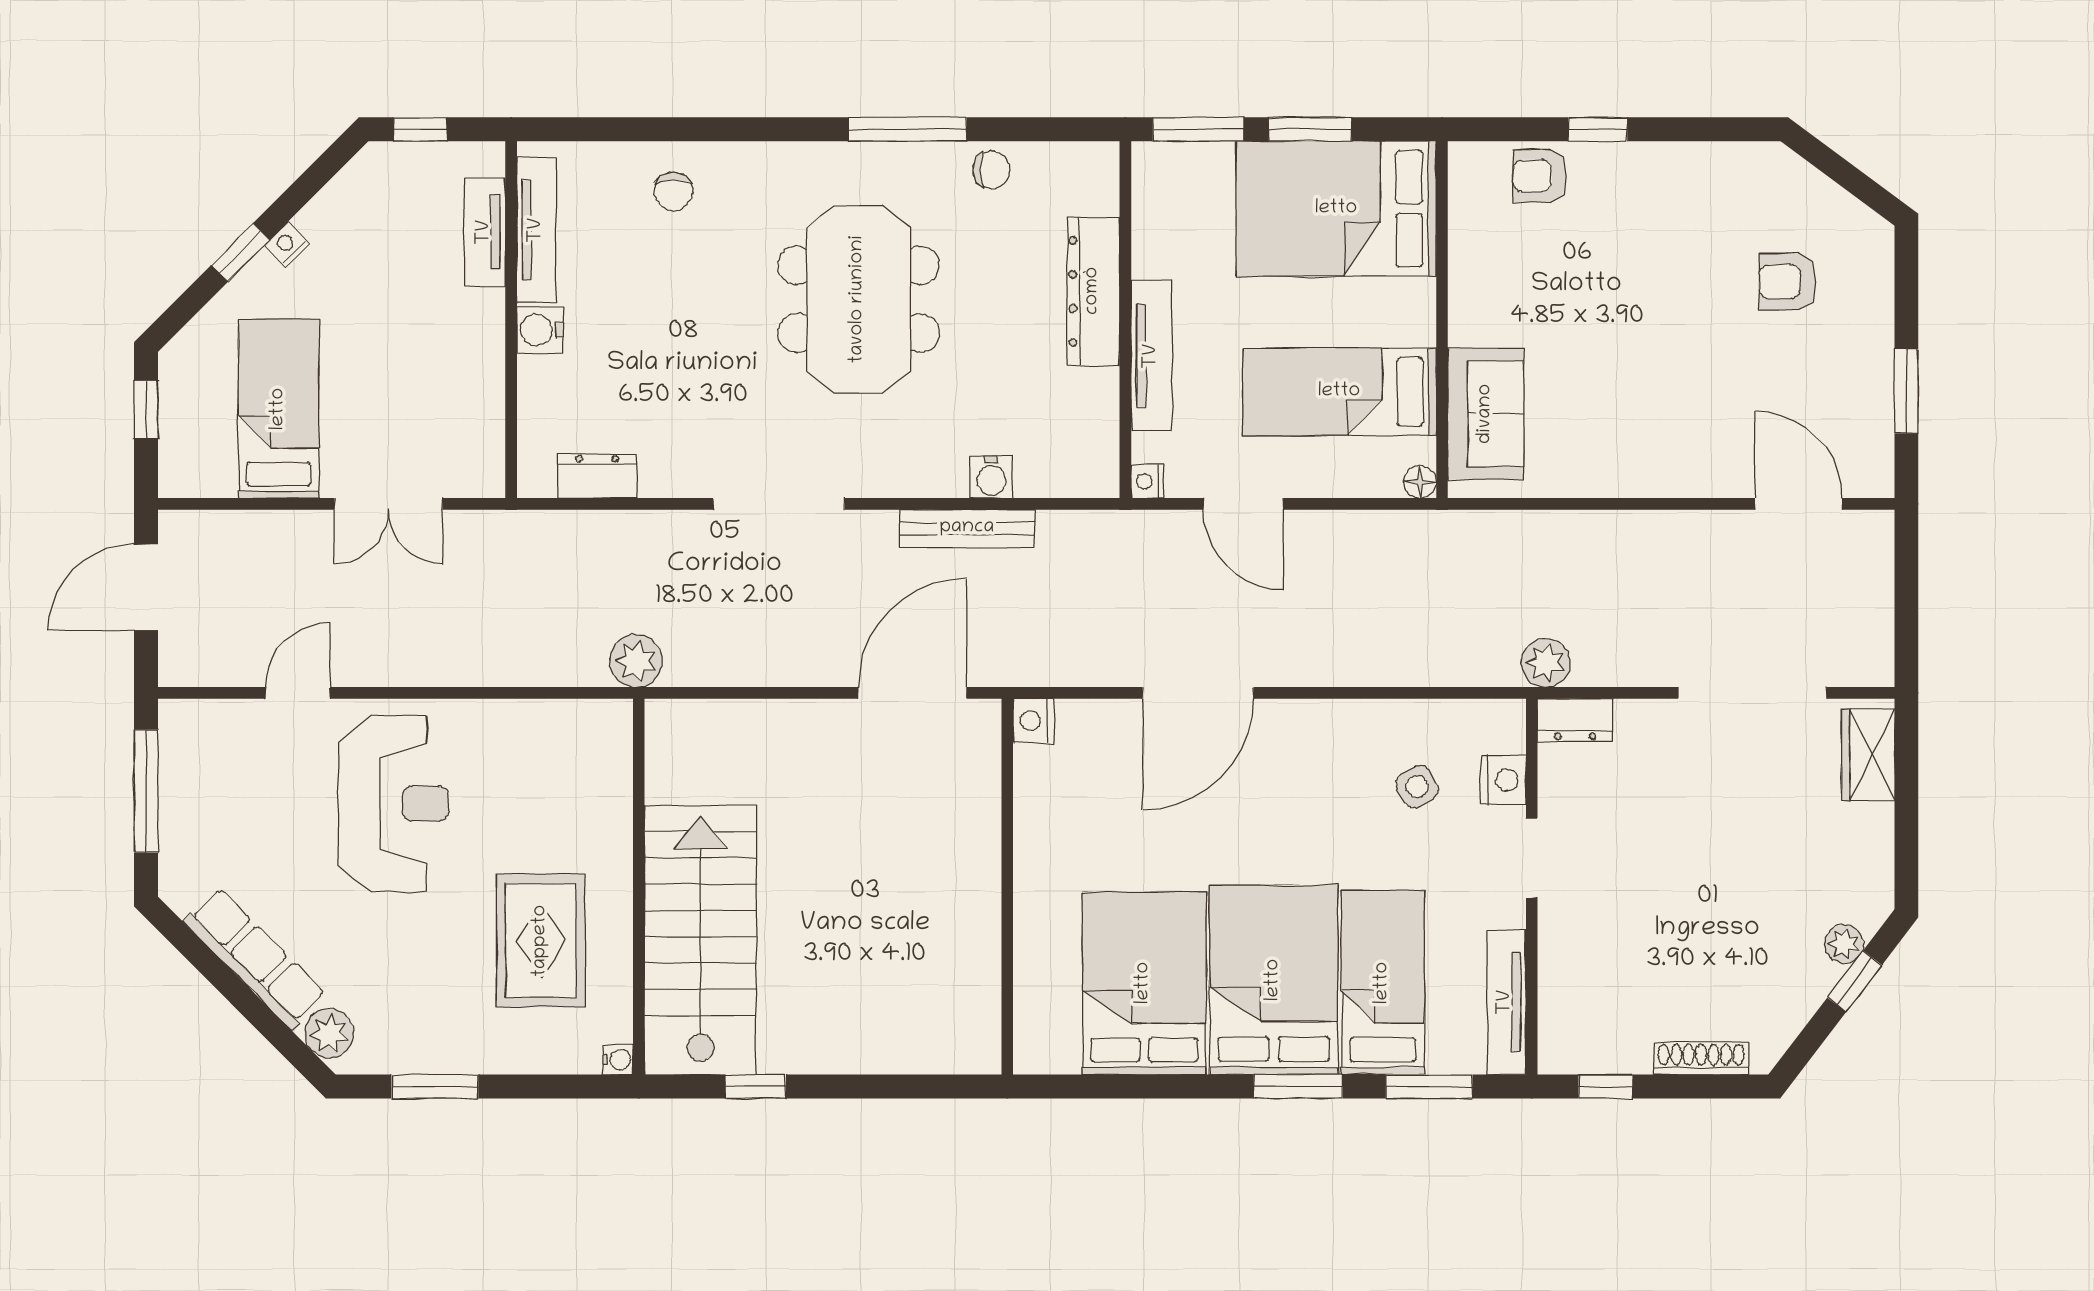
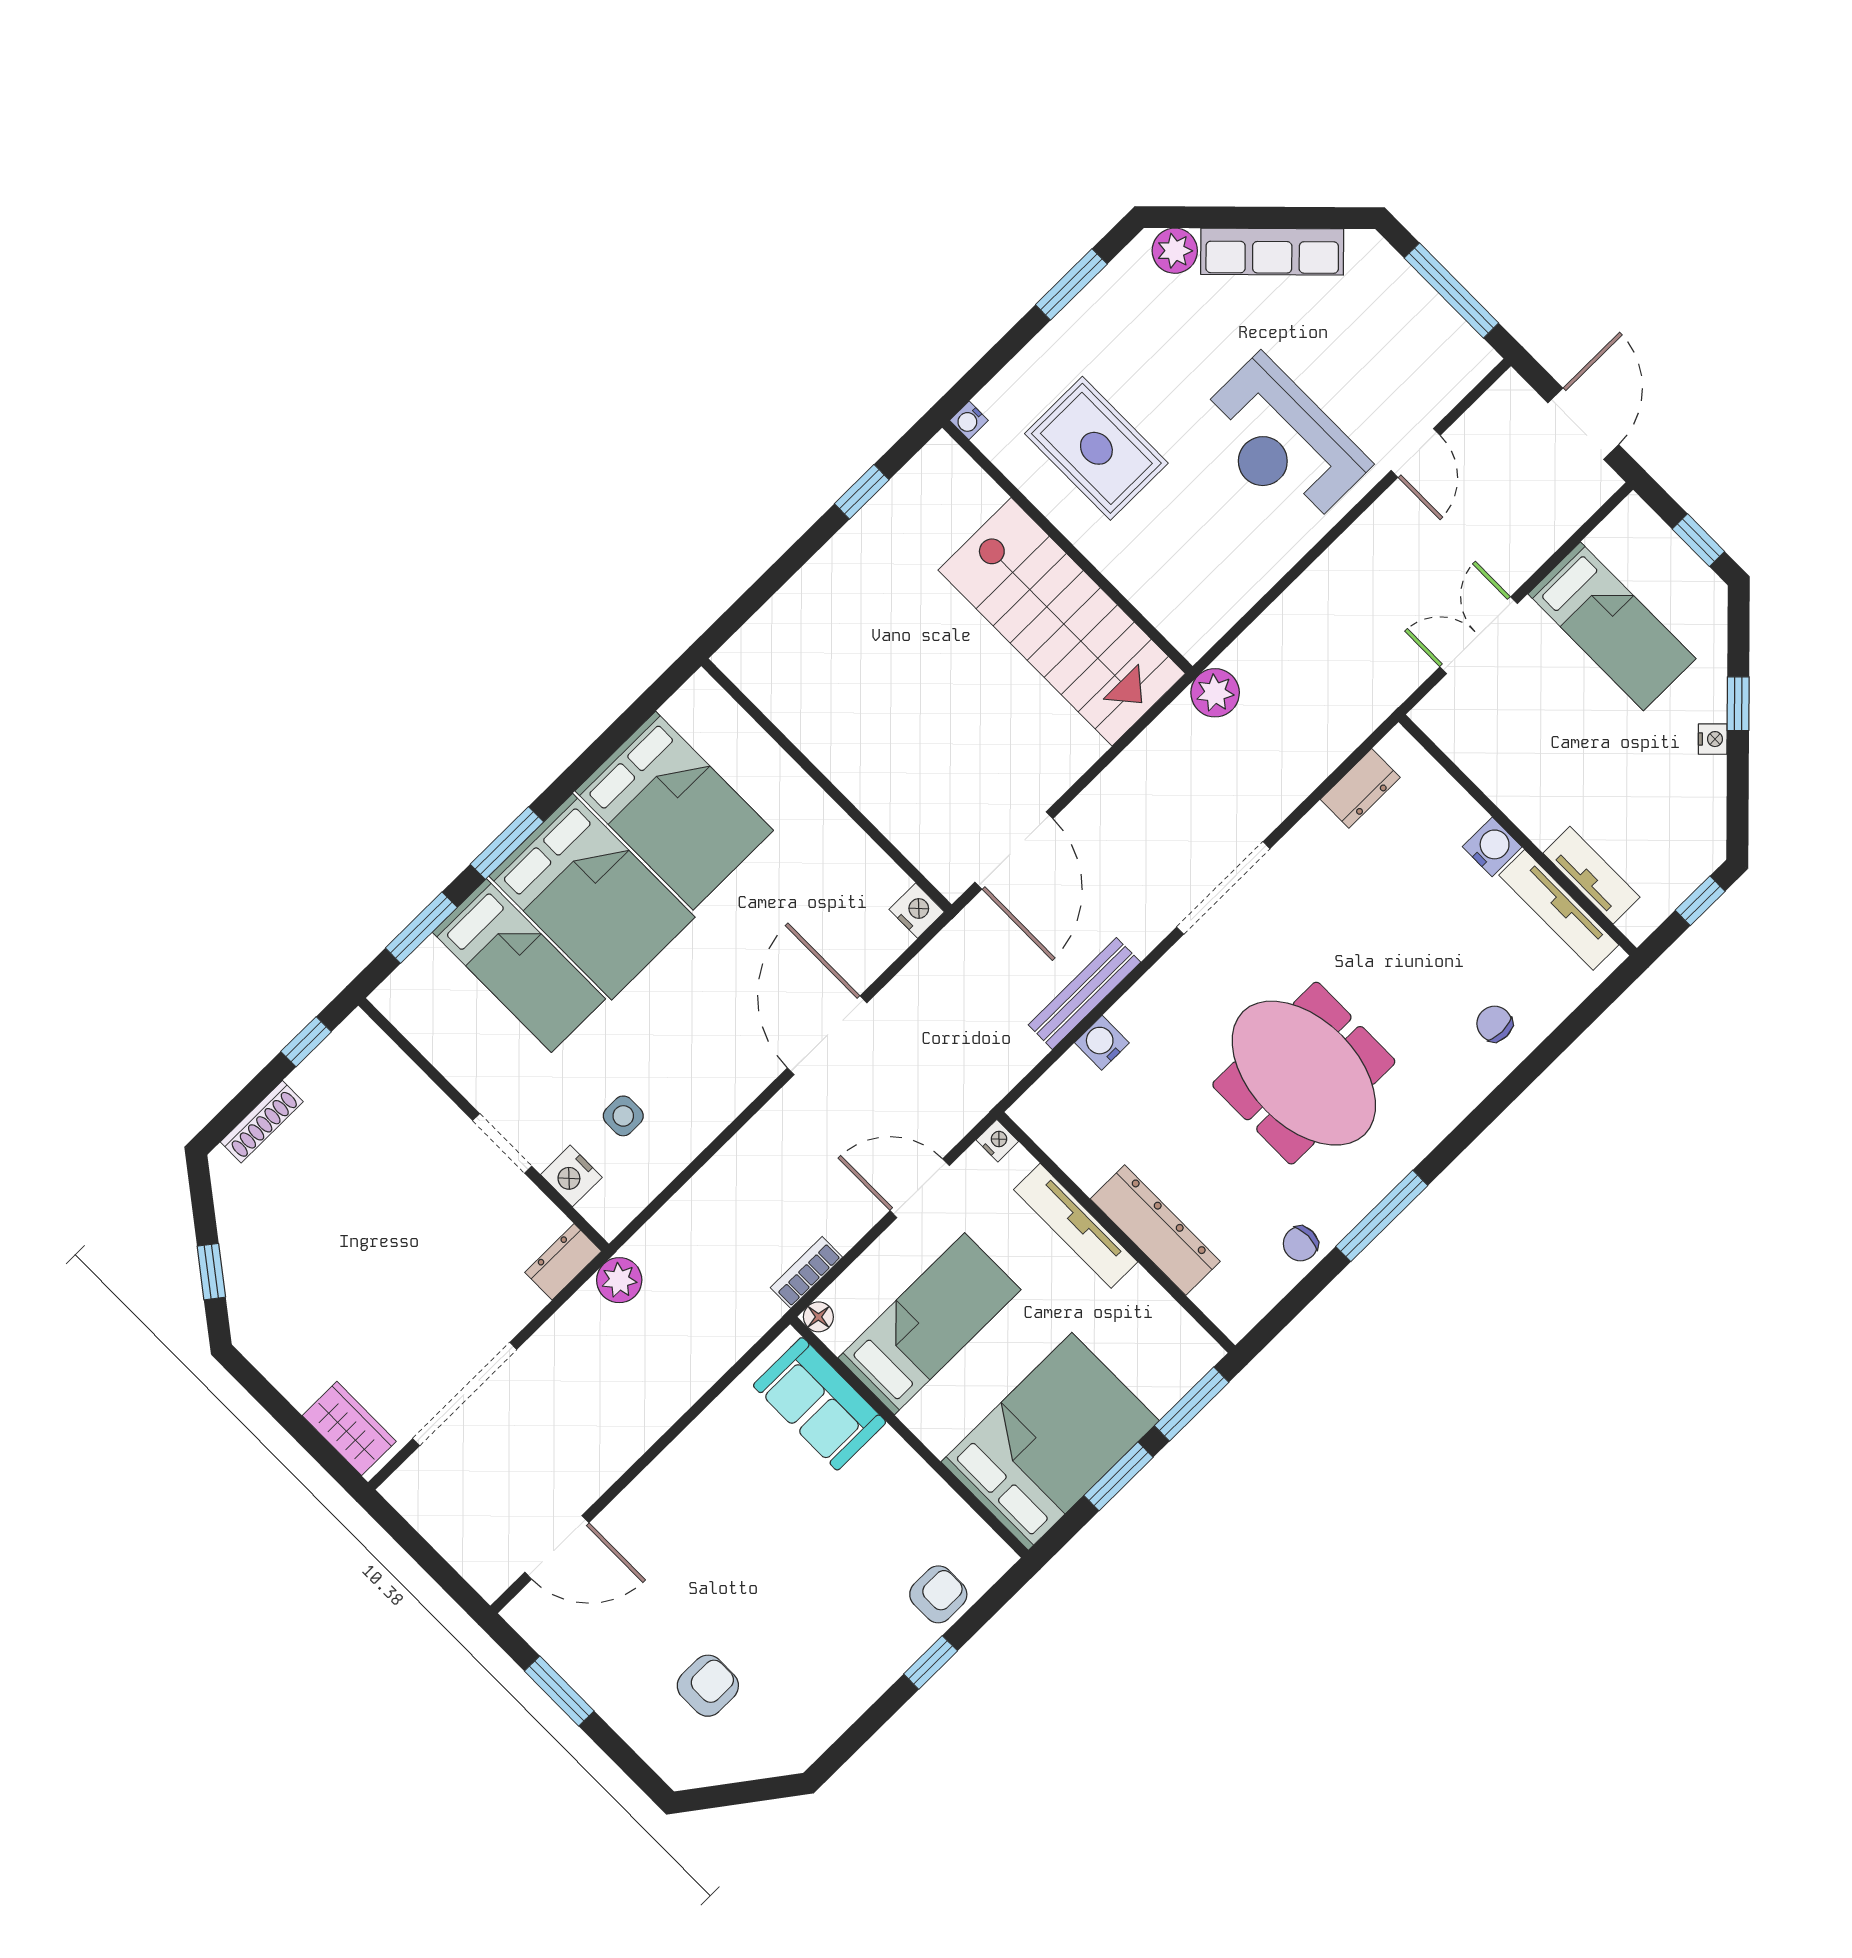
bookcase: (1395, 525) -> (806, 1272), added
side table: (1417, 787) -> (623, 1116), turned 30
stairs: (701, 940) -> (1062, 622), moved
plant: (1844, 944) -> (242, 1289), removed
tv unit: (1506, 1002) -> (426, 1033), removed

